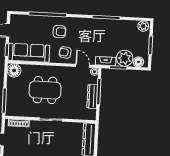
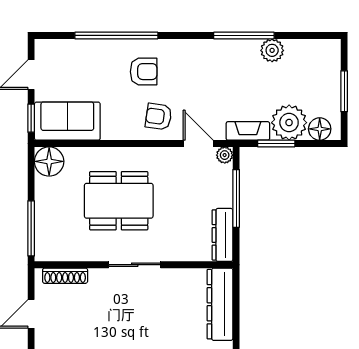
plant: (143, 26) -> (272, 50), moved
sofa: (29, 53) -> (67, 121), width x0.73
dresser: (92, 96) -> (222, 235), moved

